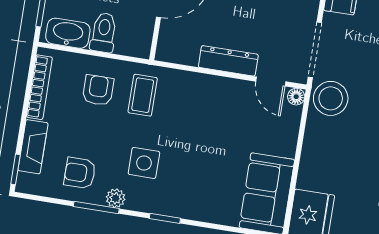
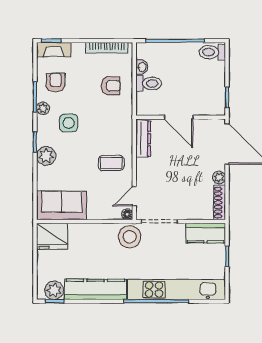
washbasin: (68, 33) -> (142, 67), width x0.52, depth x0.69
dresser: (228, 61) -> (143, 139), moved
coffee table: (143, 95) -> (111, 163), moved
fireplace: (33, 147) -> (54, 50), moved
plant: (188, 205) -> (46, 156), added

